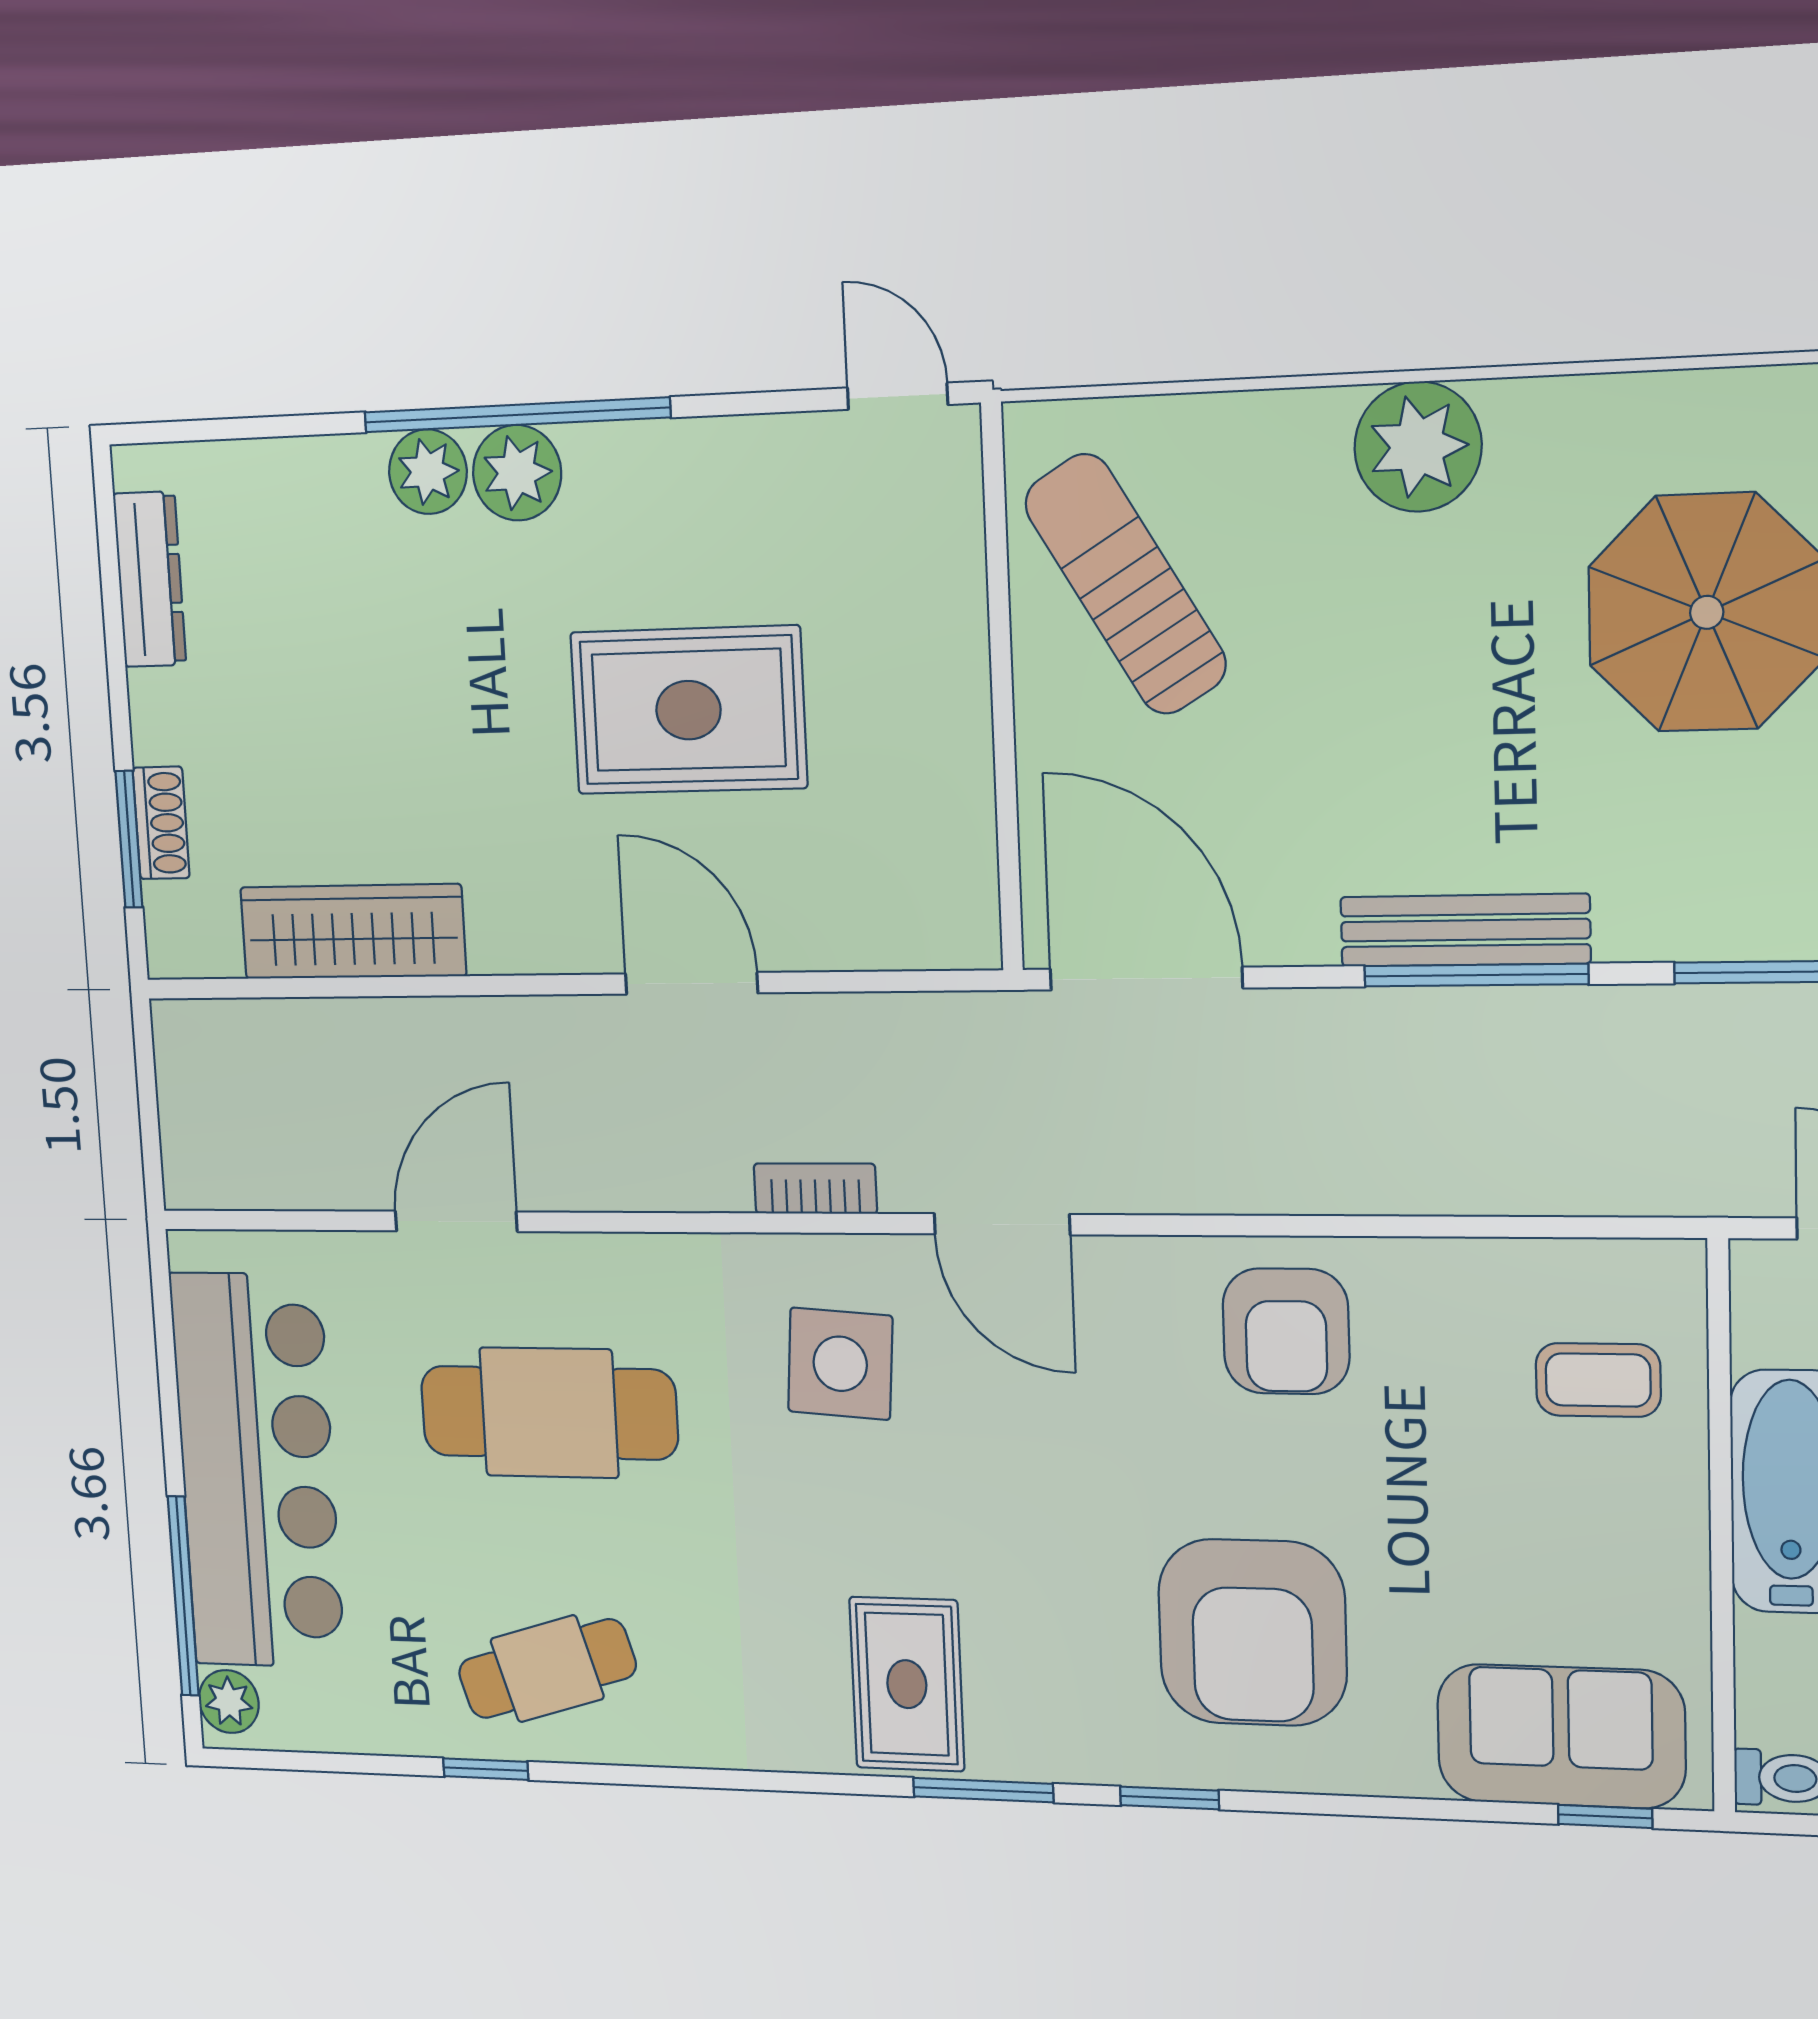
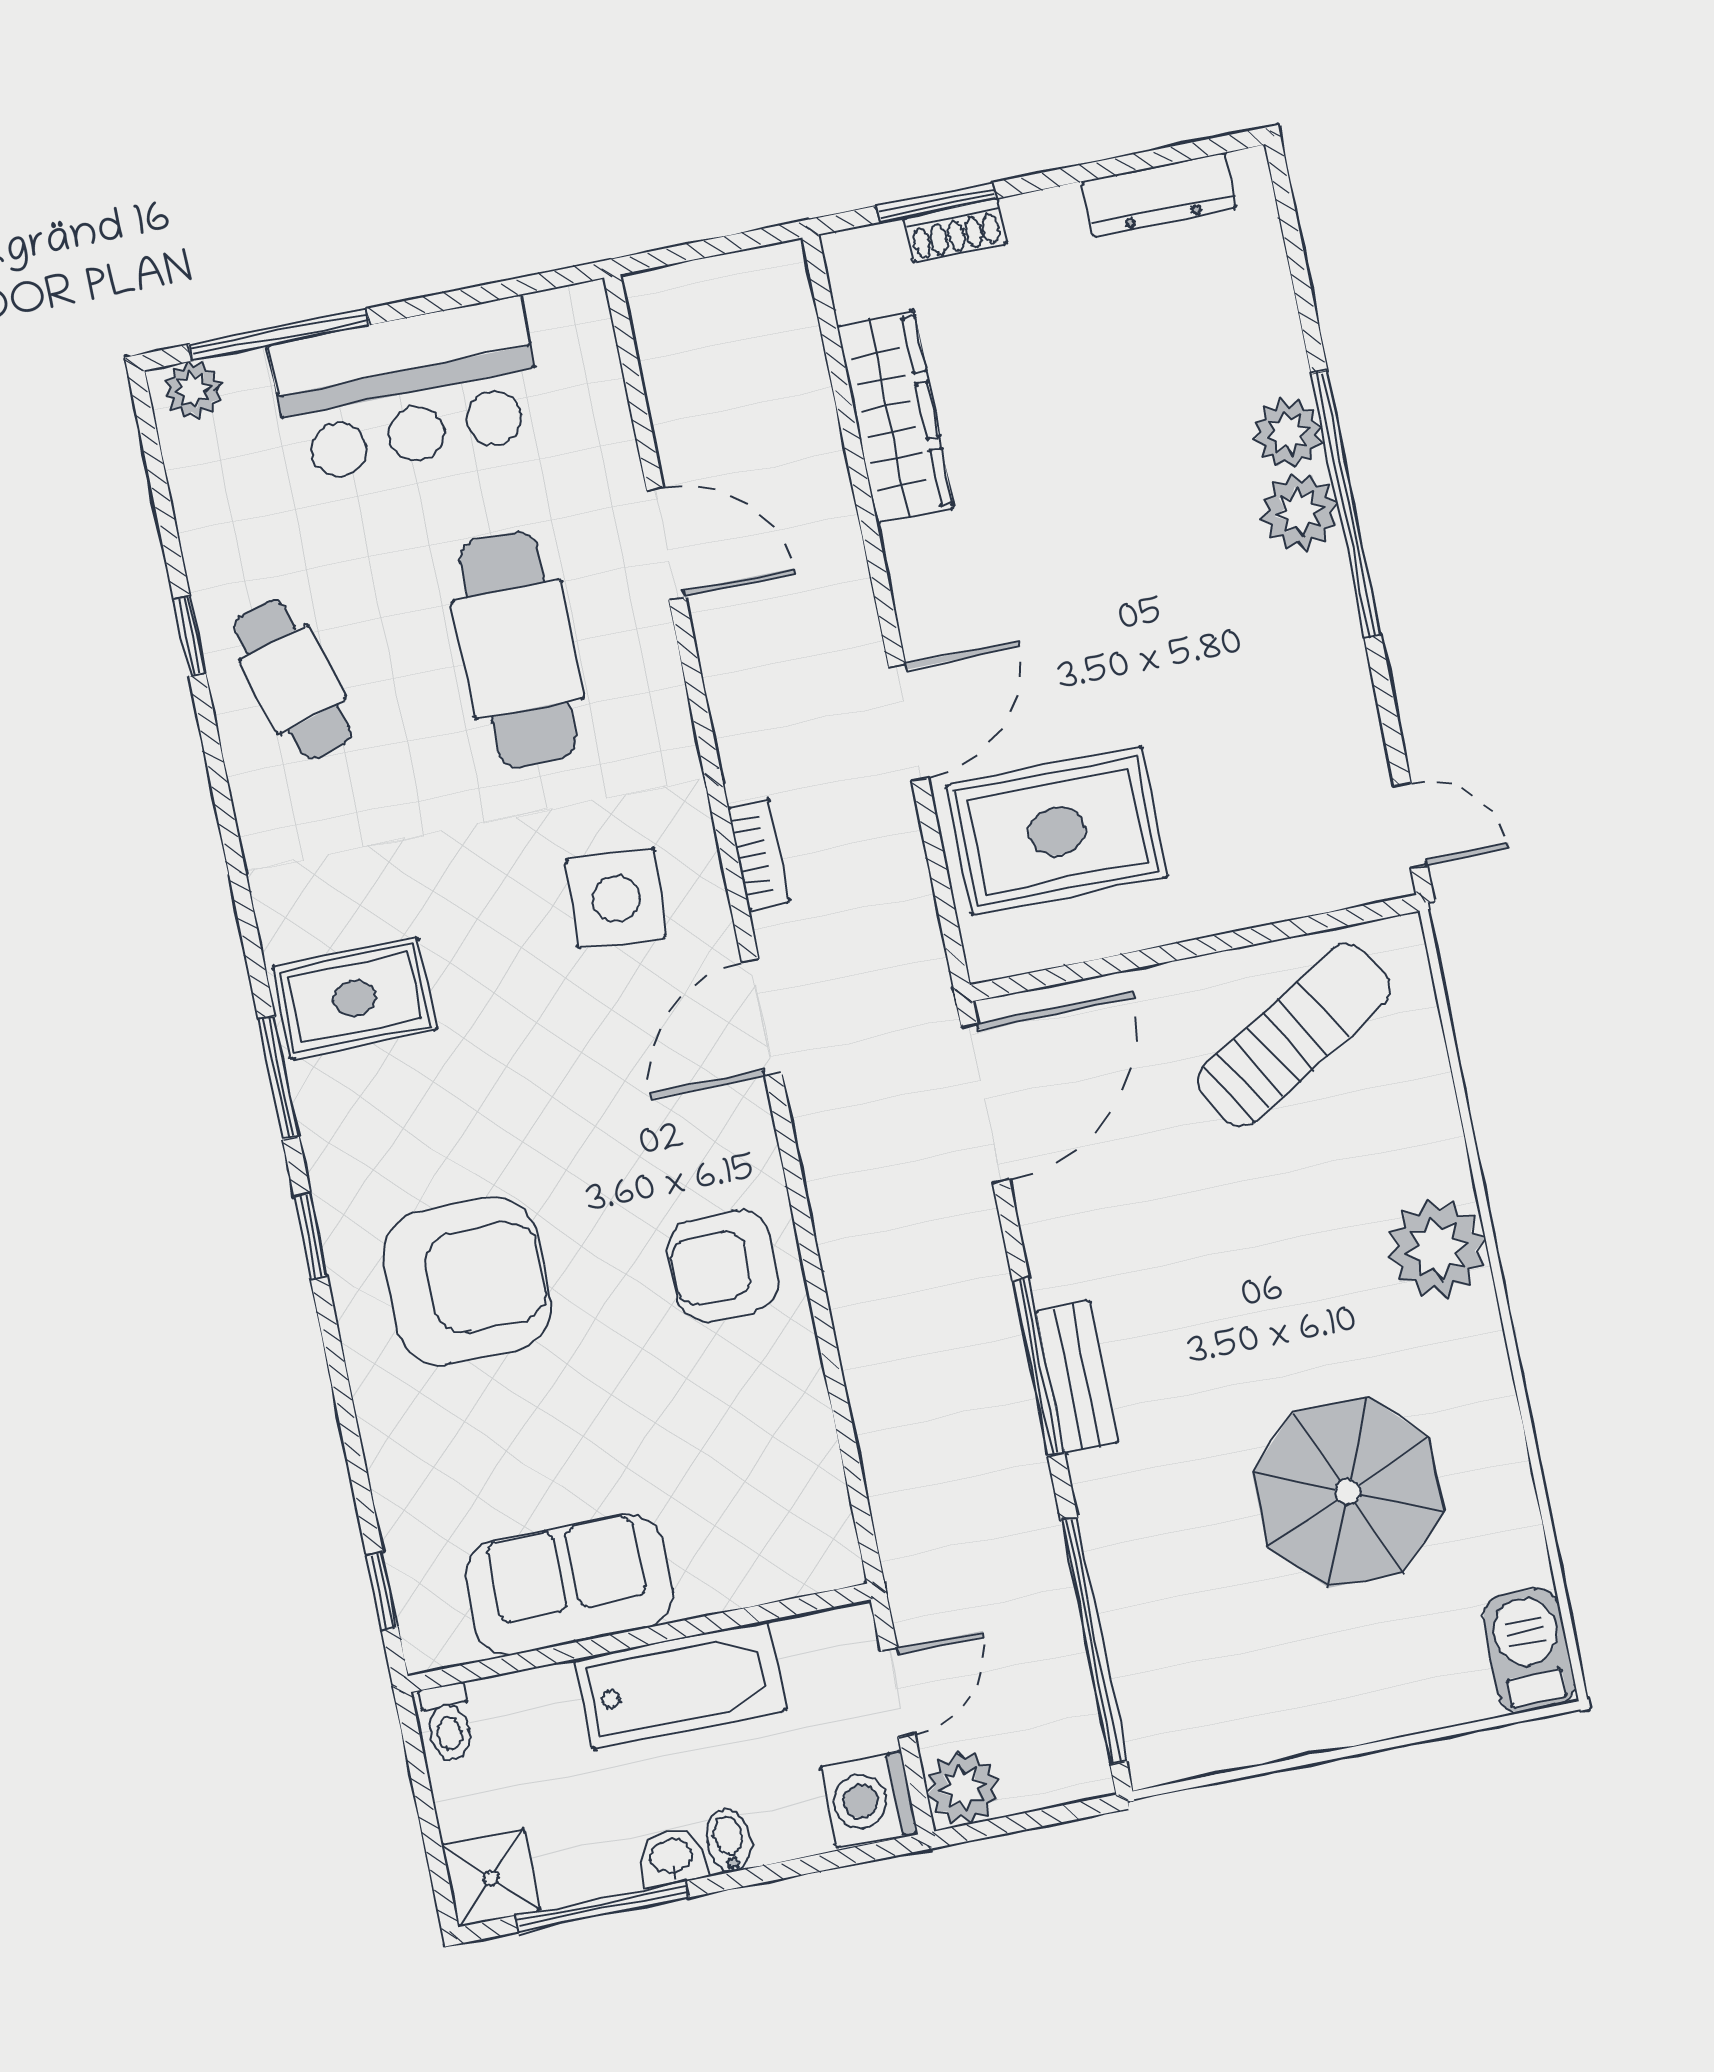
door: (898, 396) -> (1411, 825), hinge flipped
rug: (688, 710) -> (1057, 831), moved, turned 90
bench: (1465, 930) -> (1077, 1377), width x0.73
coffee table: (1598, 1380) -> (737, 1520), removed
bar counter: (257, 1471) -> (408, 390), width x0.73
armchair: (1252, 1632) -> (467, 1281), turned 180
sofa: (1561, 1736) -> (569, 1584), moved, turned -90

